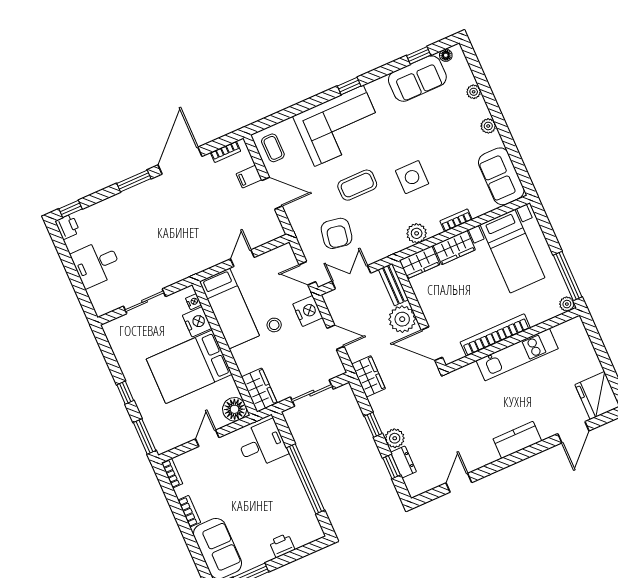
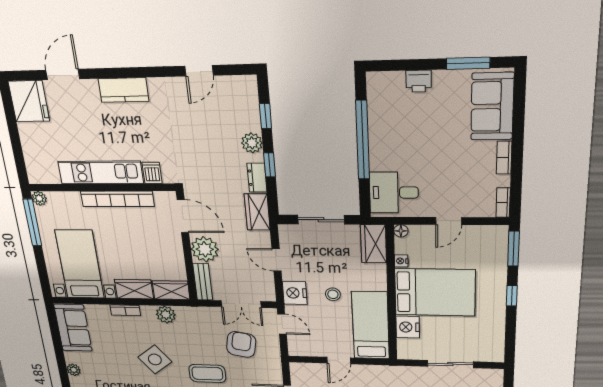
side table: (412, 177) -> (155, 359), turned -38
nightstand: (193, 302) -> (401, 261), moved
dishwasher: (471, 374) -> (152, 173), added
floor lamp: (235, 409) -> (401, 231), width x0.53, depth x0.53
dresser: (403, 462) -> (257, 178), moved

